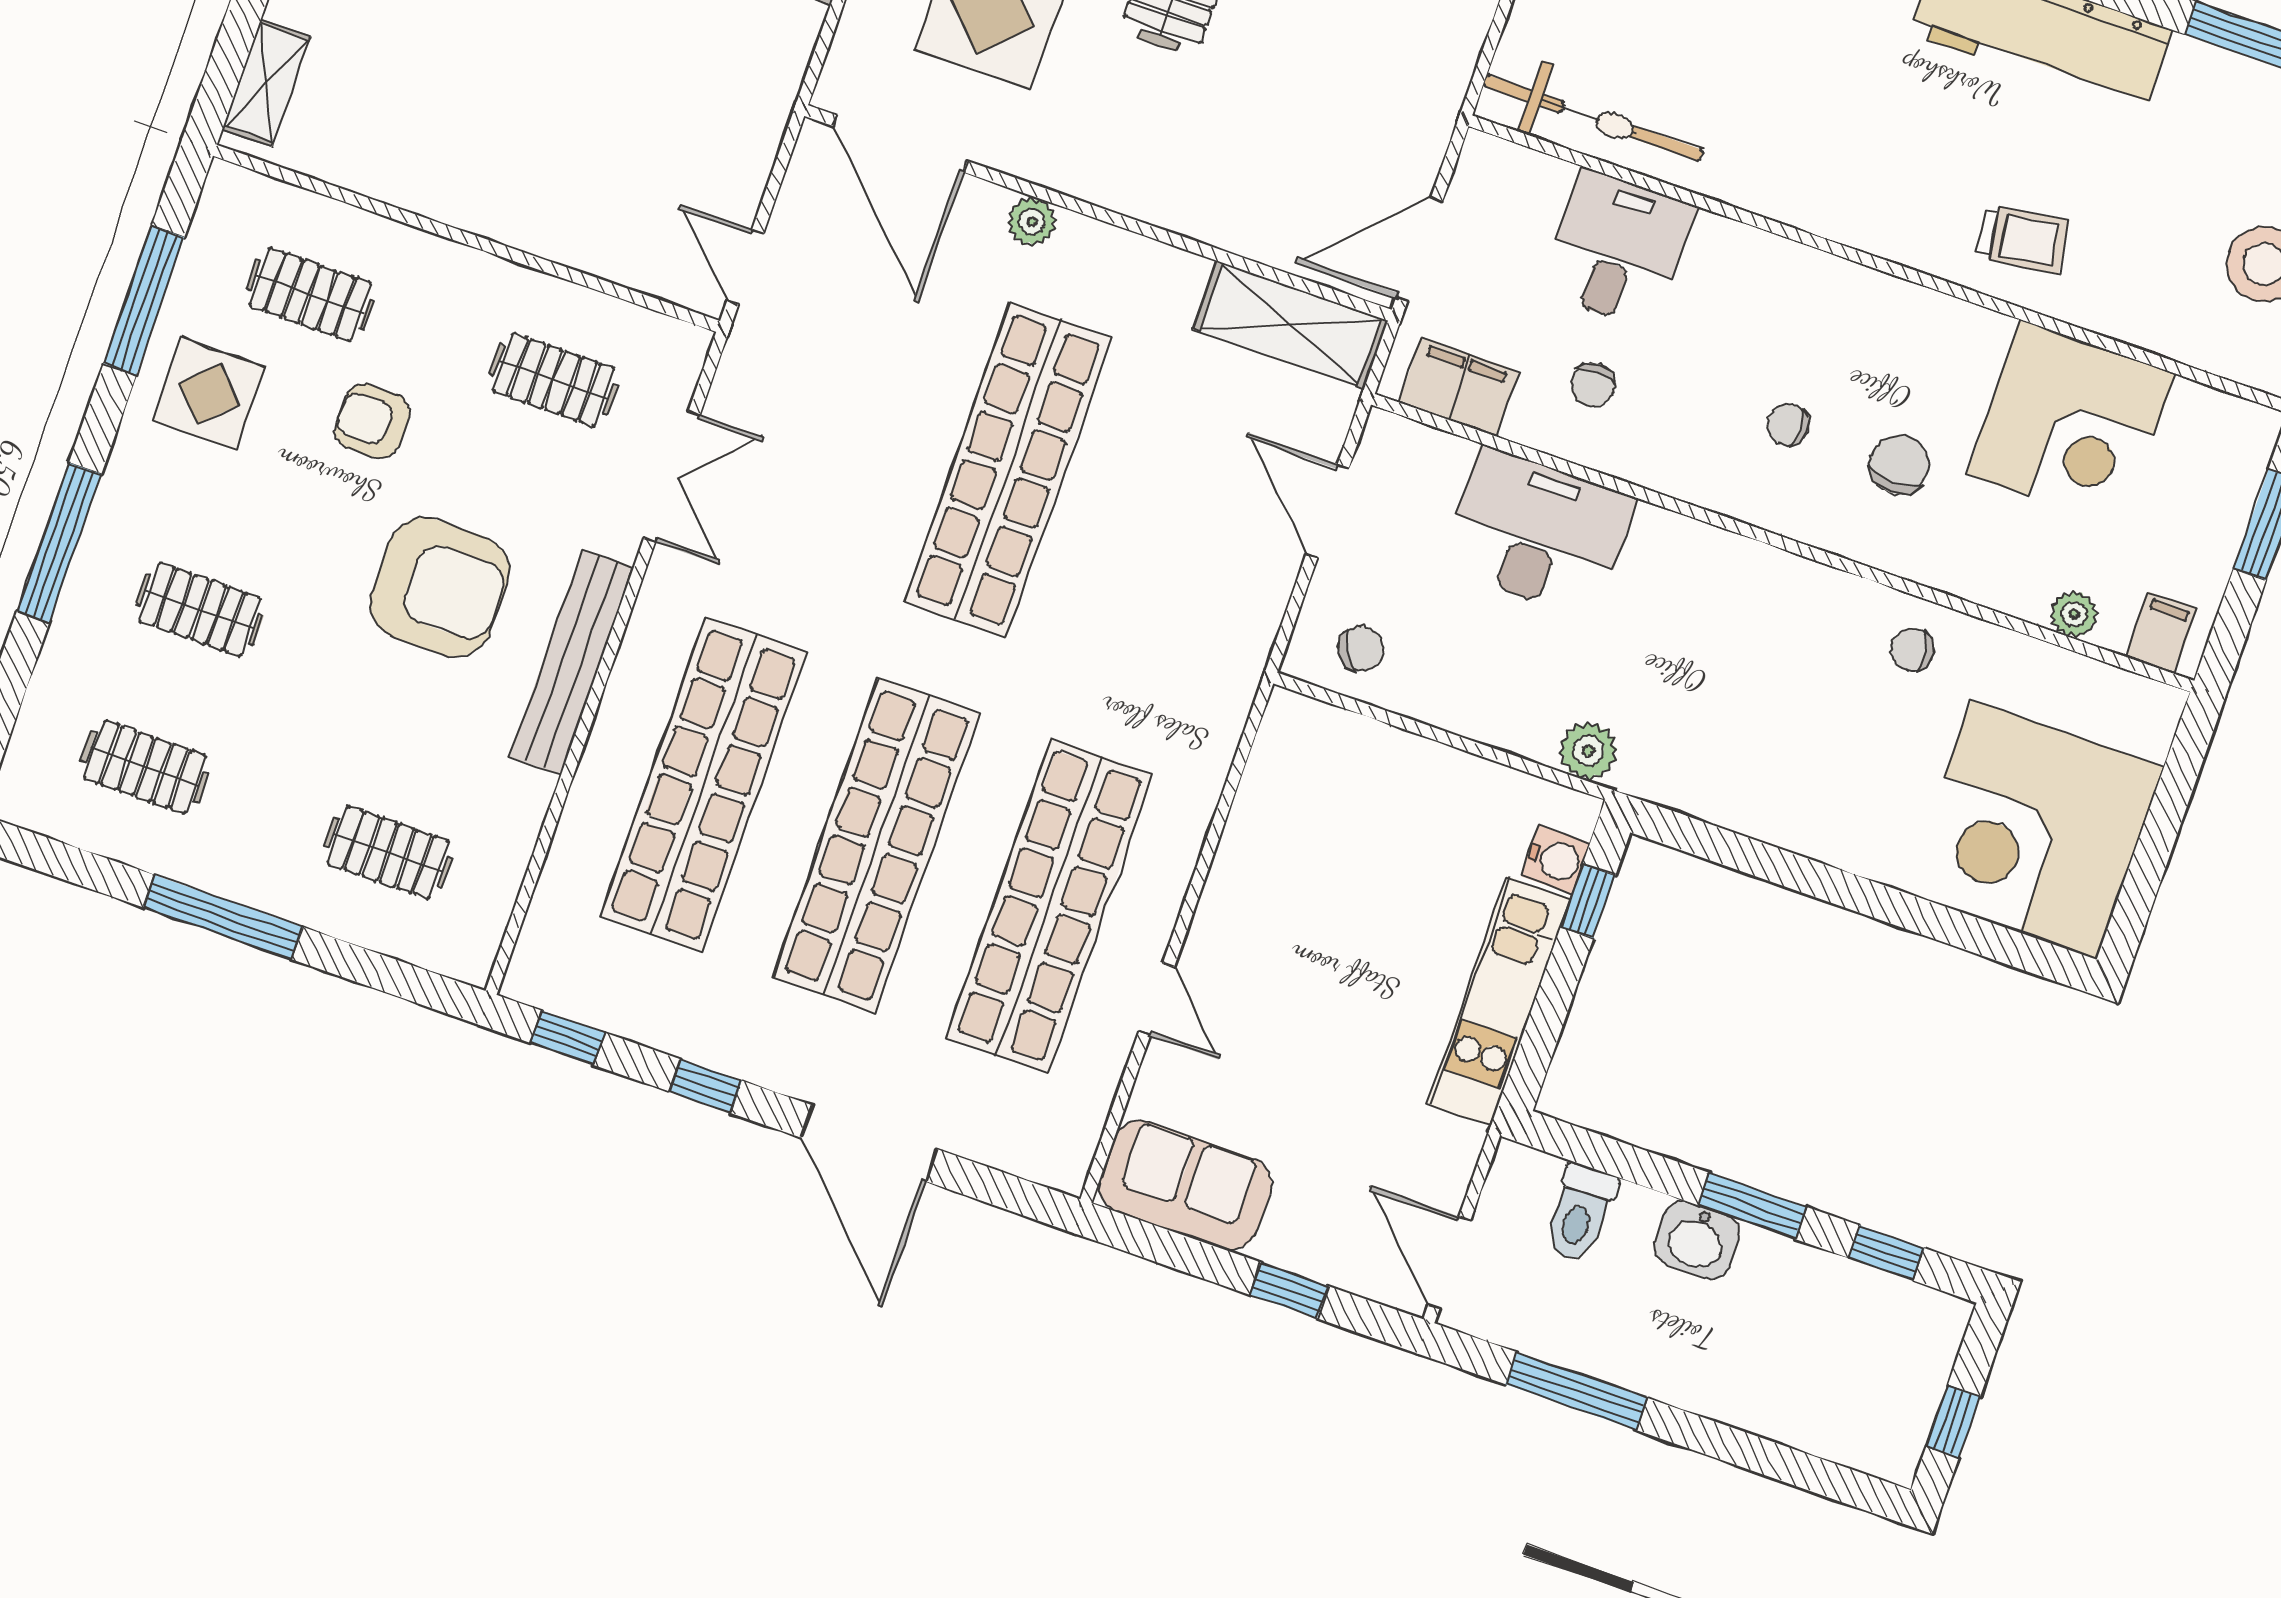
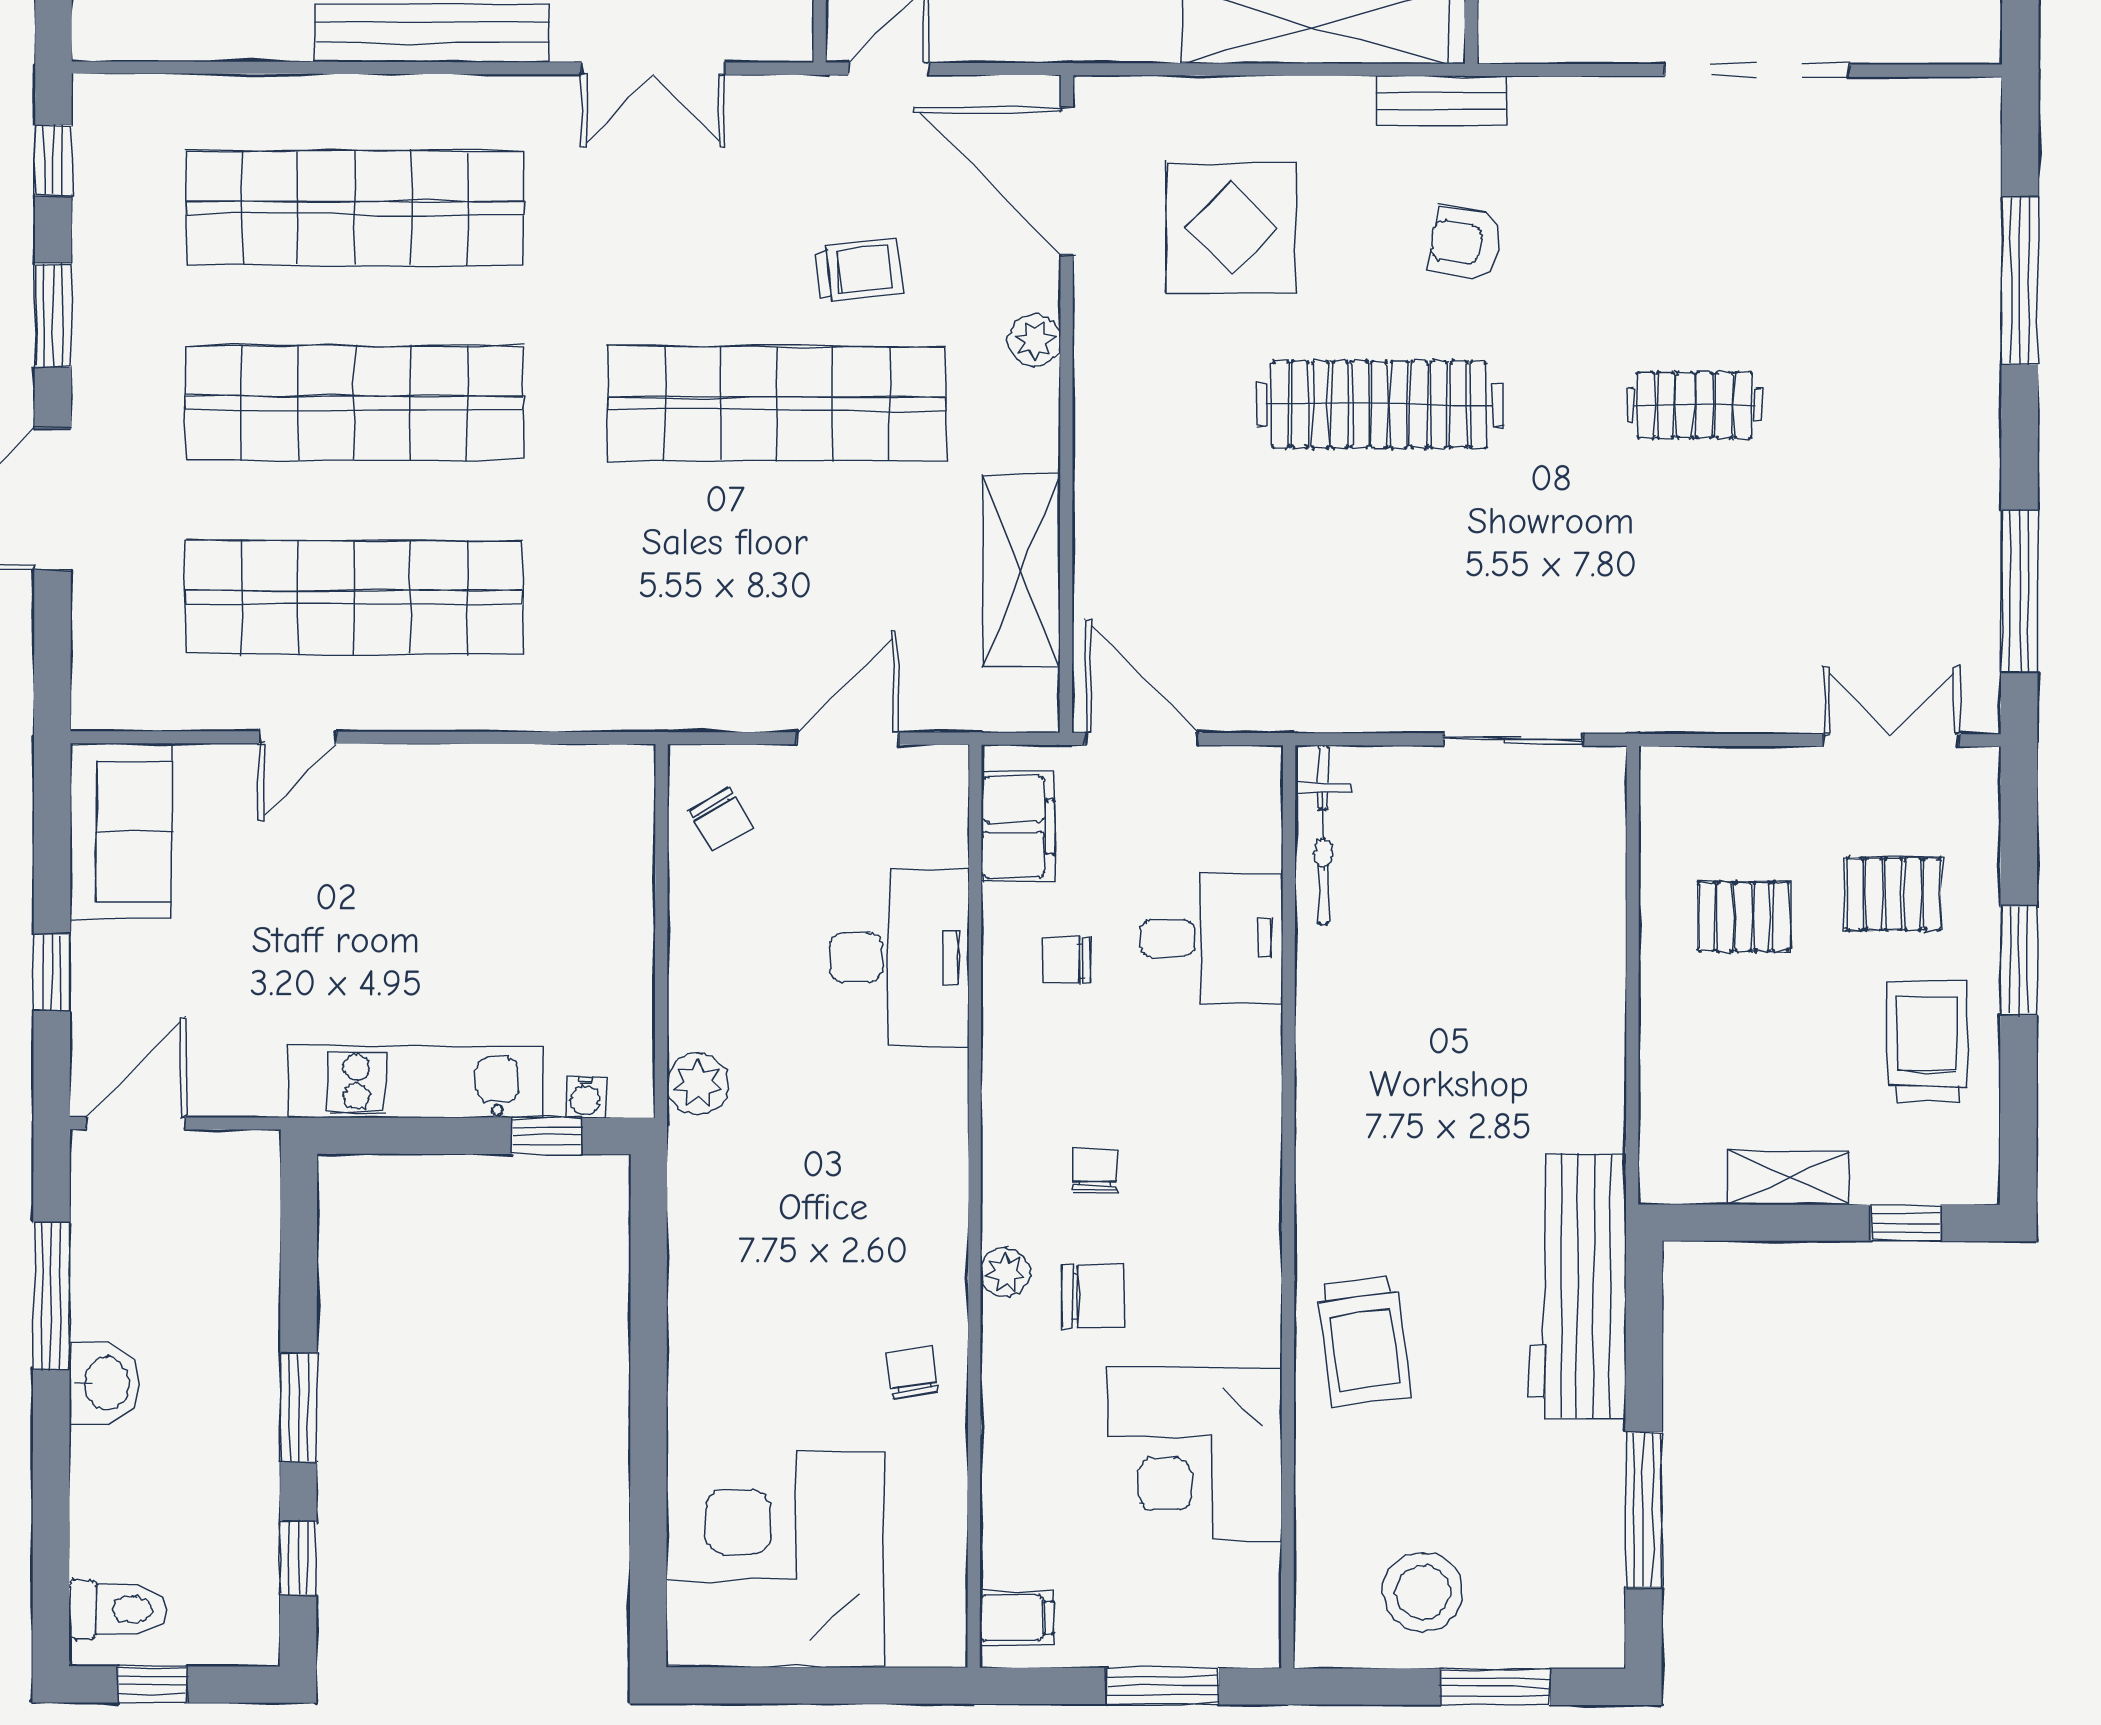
bicycle: (1593, 118) -> (1323, 835), width x0.73, depth x0.71
door: (900, 144) -> (1067, 181), hinge flipped
trolley: (2023, 239) -> (1364, 1341), width x1.36, depth x1.39
shelving: (1291, 325) -> (1022, 571), moved
trolley: (915, 356) -> (859, 270), added
plant: (2074, 614) -> (1005, 1272), moved
water cooler: (1556, 860) -> (585, 1097), width x0.72, depth x0.72
window: (705, 1086) -> (53, 315), width x1.50
toilet: (1580, 1213) -> (118, 1609), moved, turned 180
washbasin: (1697, 1240) -> (105, 1383), moved, turned 180

